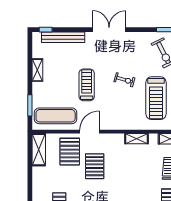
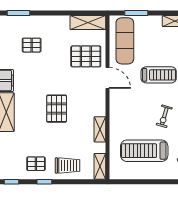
pallet: (95, 166) -> (57, 109), moved, turned 90

